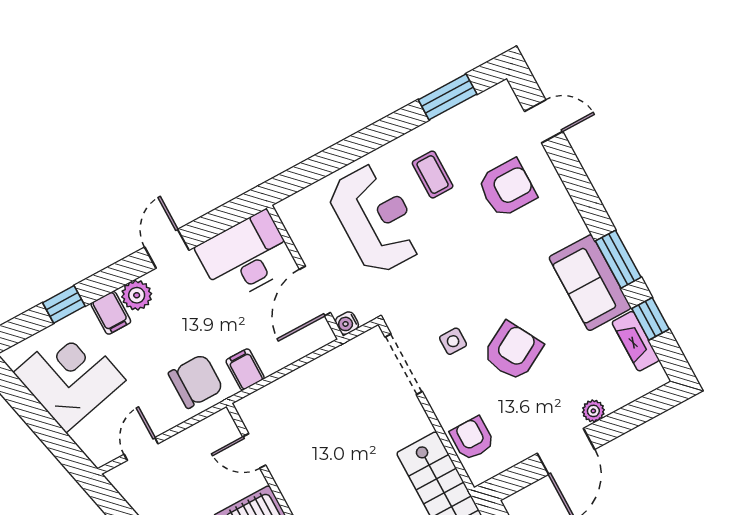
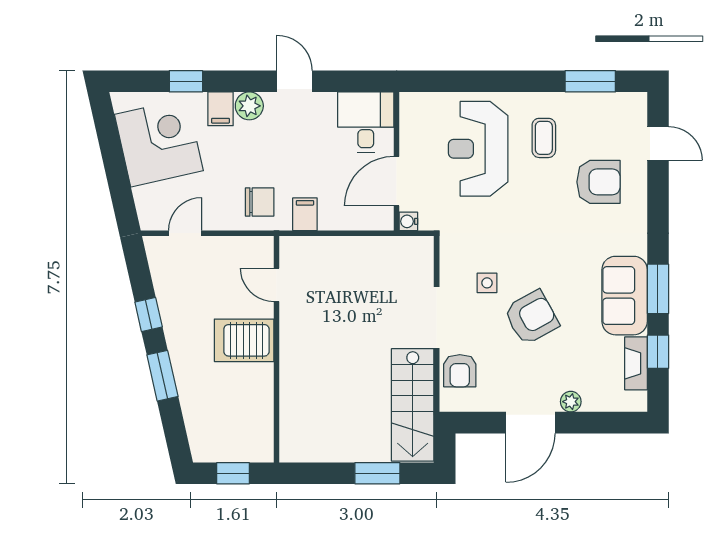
reception desk: (376, 219) -> (478, 149), turned 180
door: (167, 249) -> (294, 81), hinge flipped
desk: (246, 256) -> (366, 122), width x0.73
doorway: (404, 364) -> (437, 317), moved
chair: (196, 381) -> (260, 202), width x0.73, depth x0.73
armchair: (472, 438) -> (460, 371), turned 180

